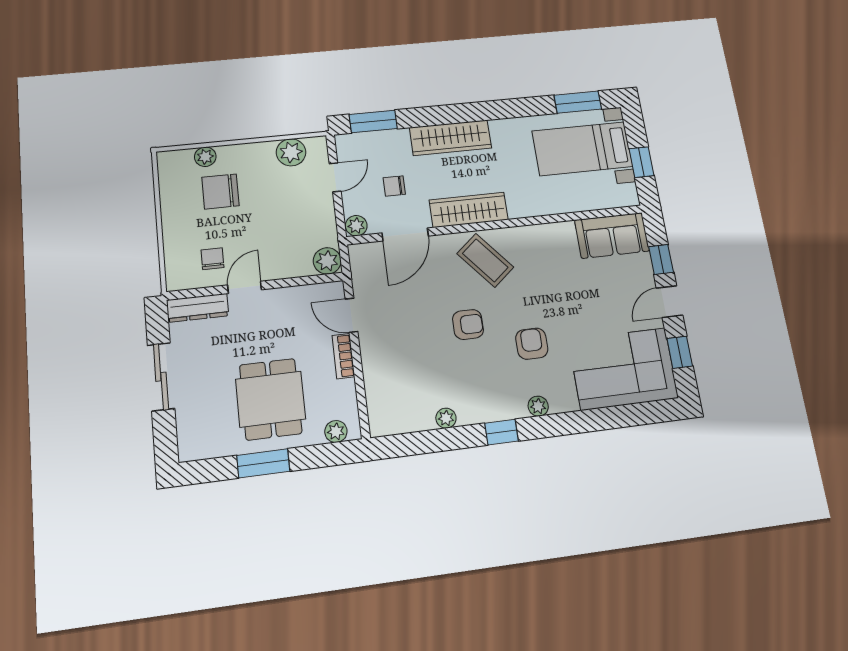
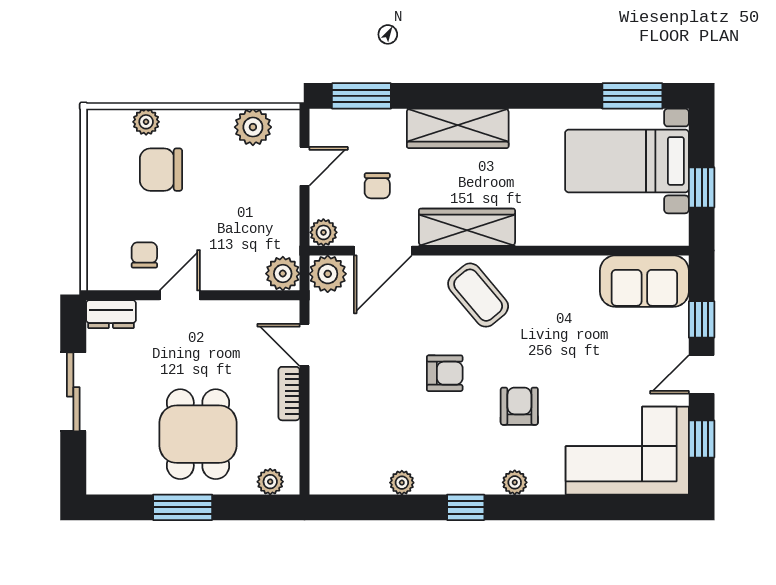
chair: (394, 186) -> (377, 186), turned -90
plant: (364, 257) -> (328, 274), added
dresser: (198, 308) -> (111, 314), width x0.70

